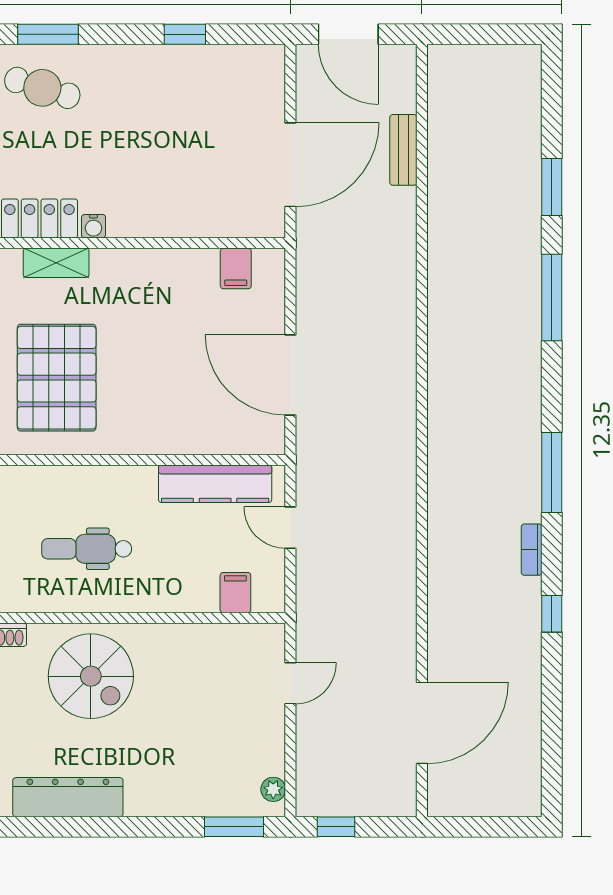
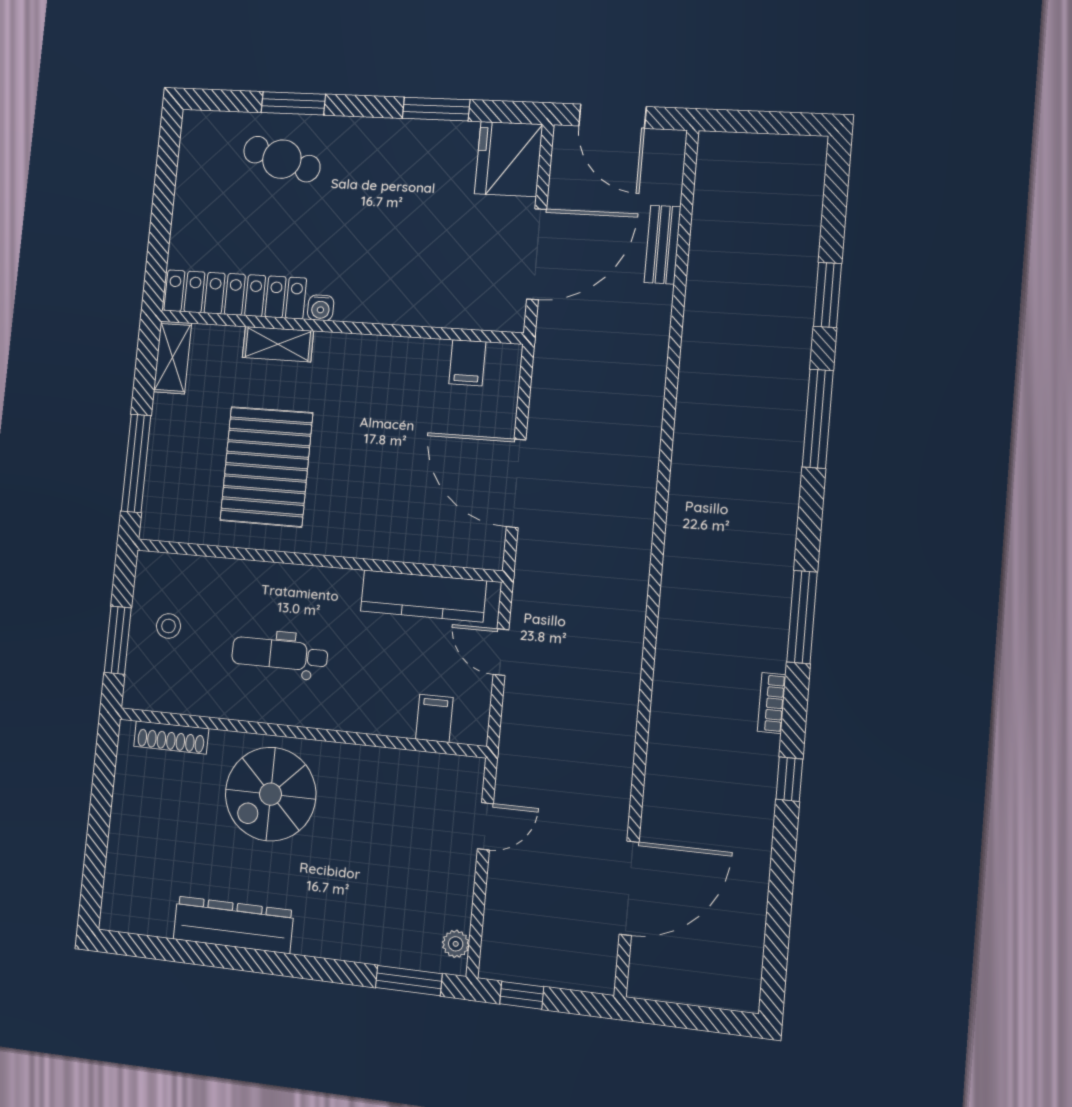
window: (185, 34) -> (436, 109), width x1.50
fridge: (257, 78) -> (509, 159), added
spiral stairs: (91, 676) -> (271, 794), turned 90

